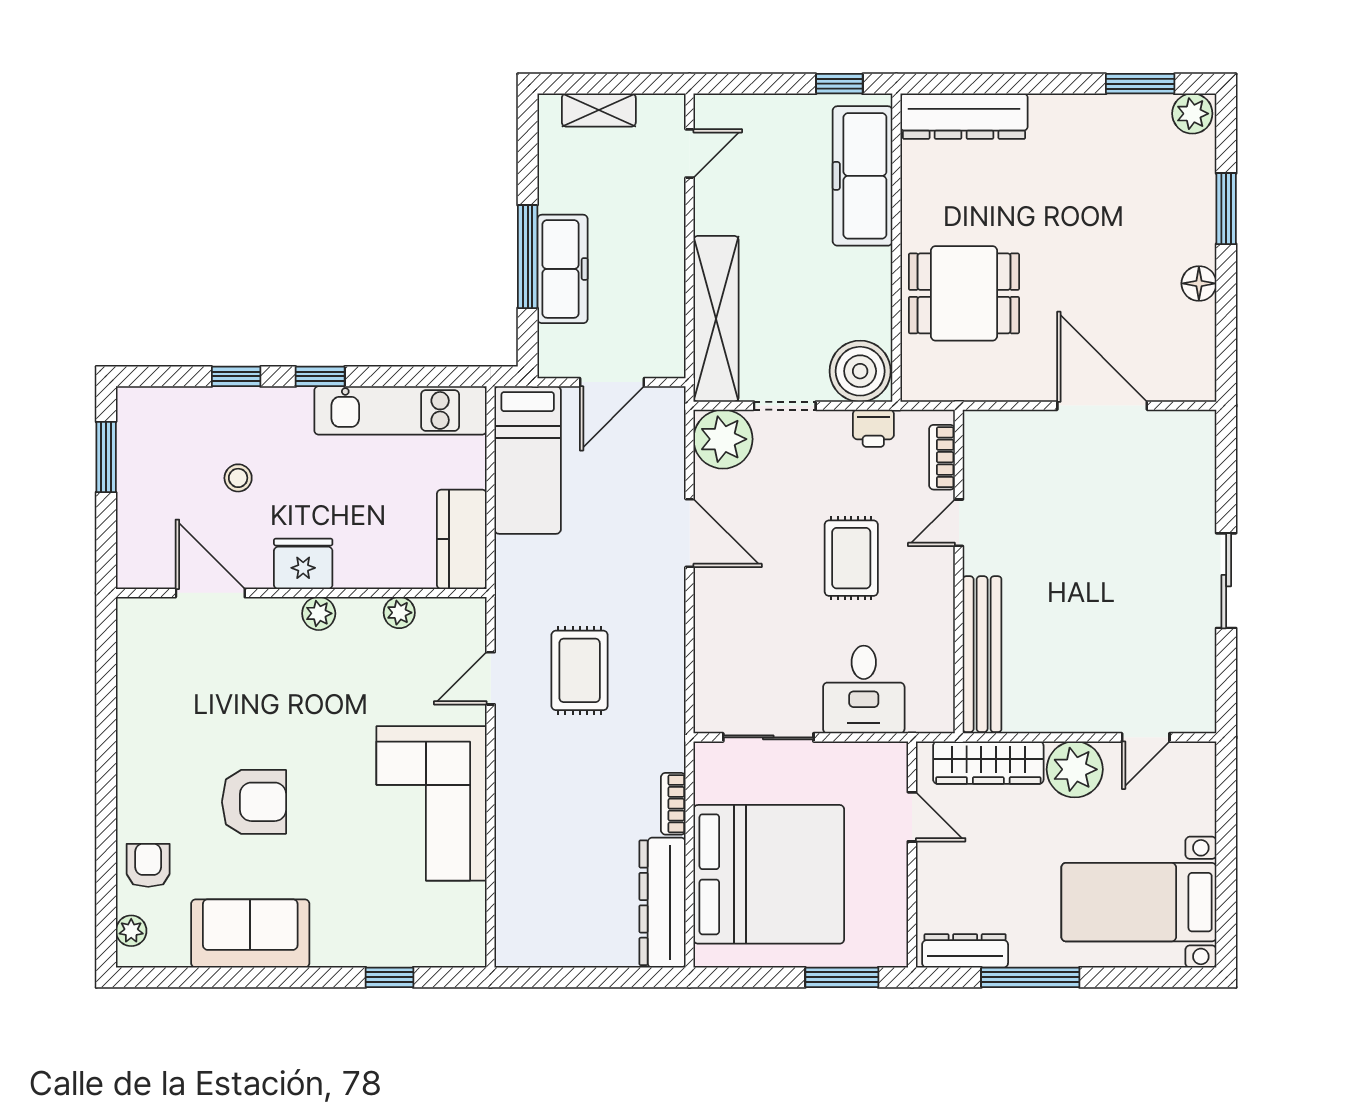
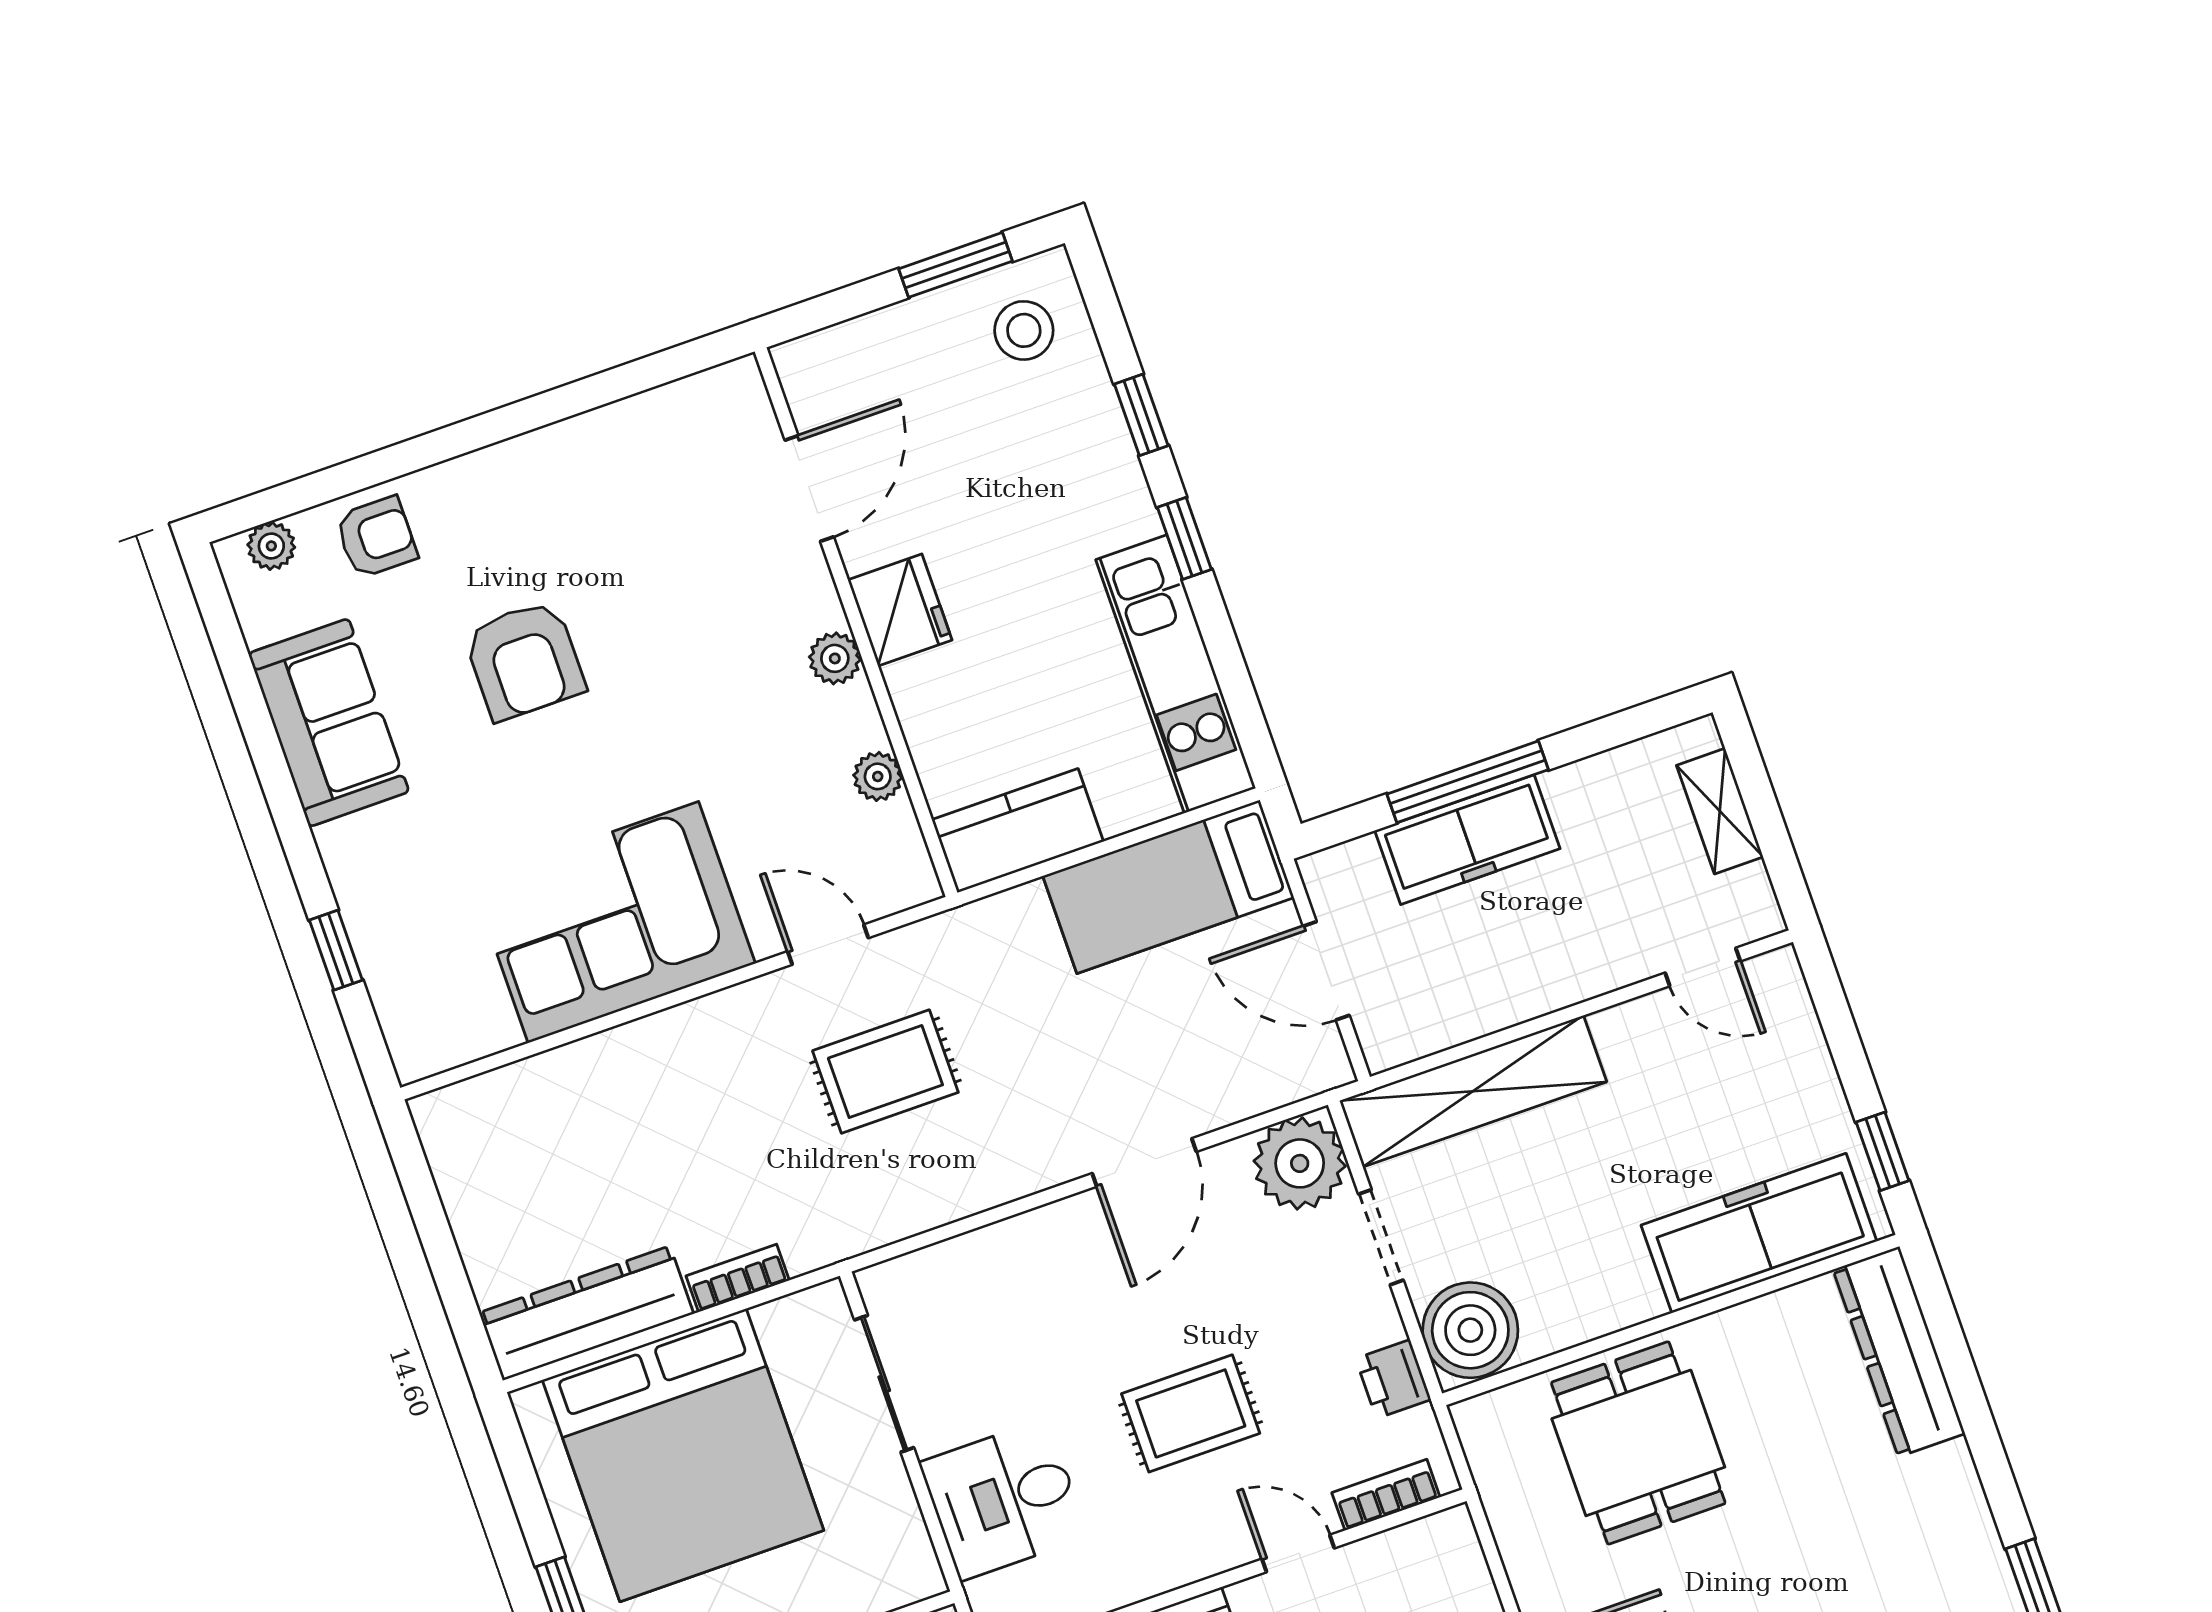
stool: (238, 478) -> (1024, 330), moved, width x1.37, depth x1.37

